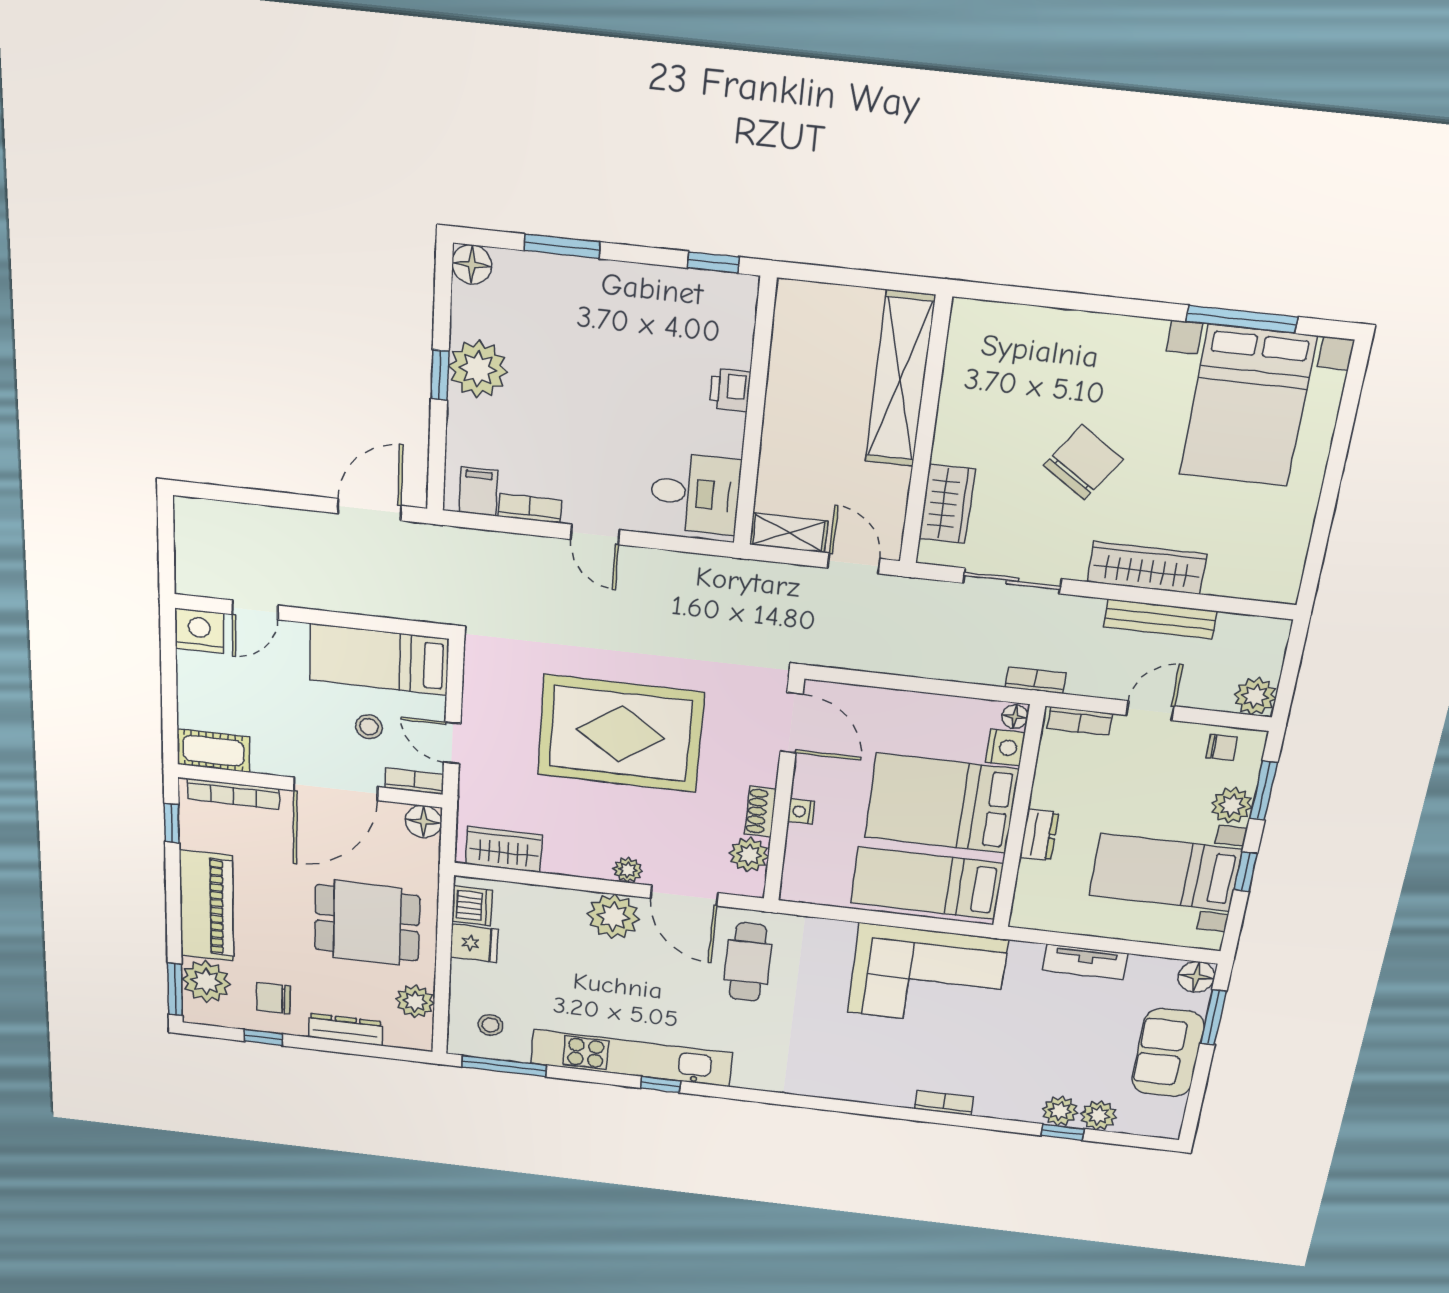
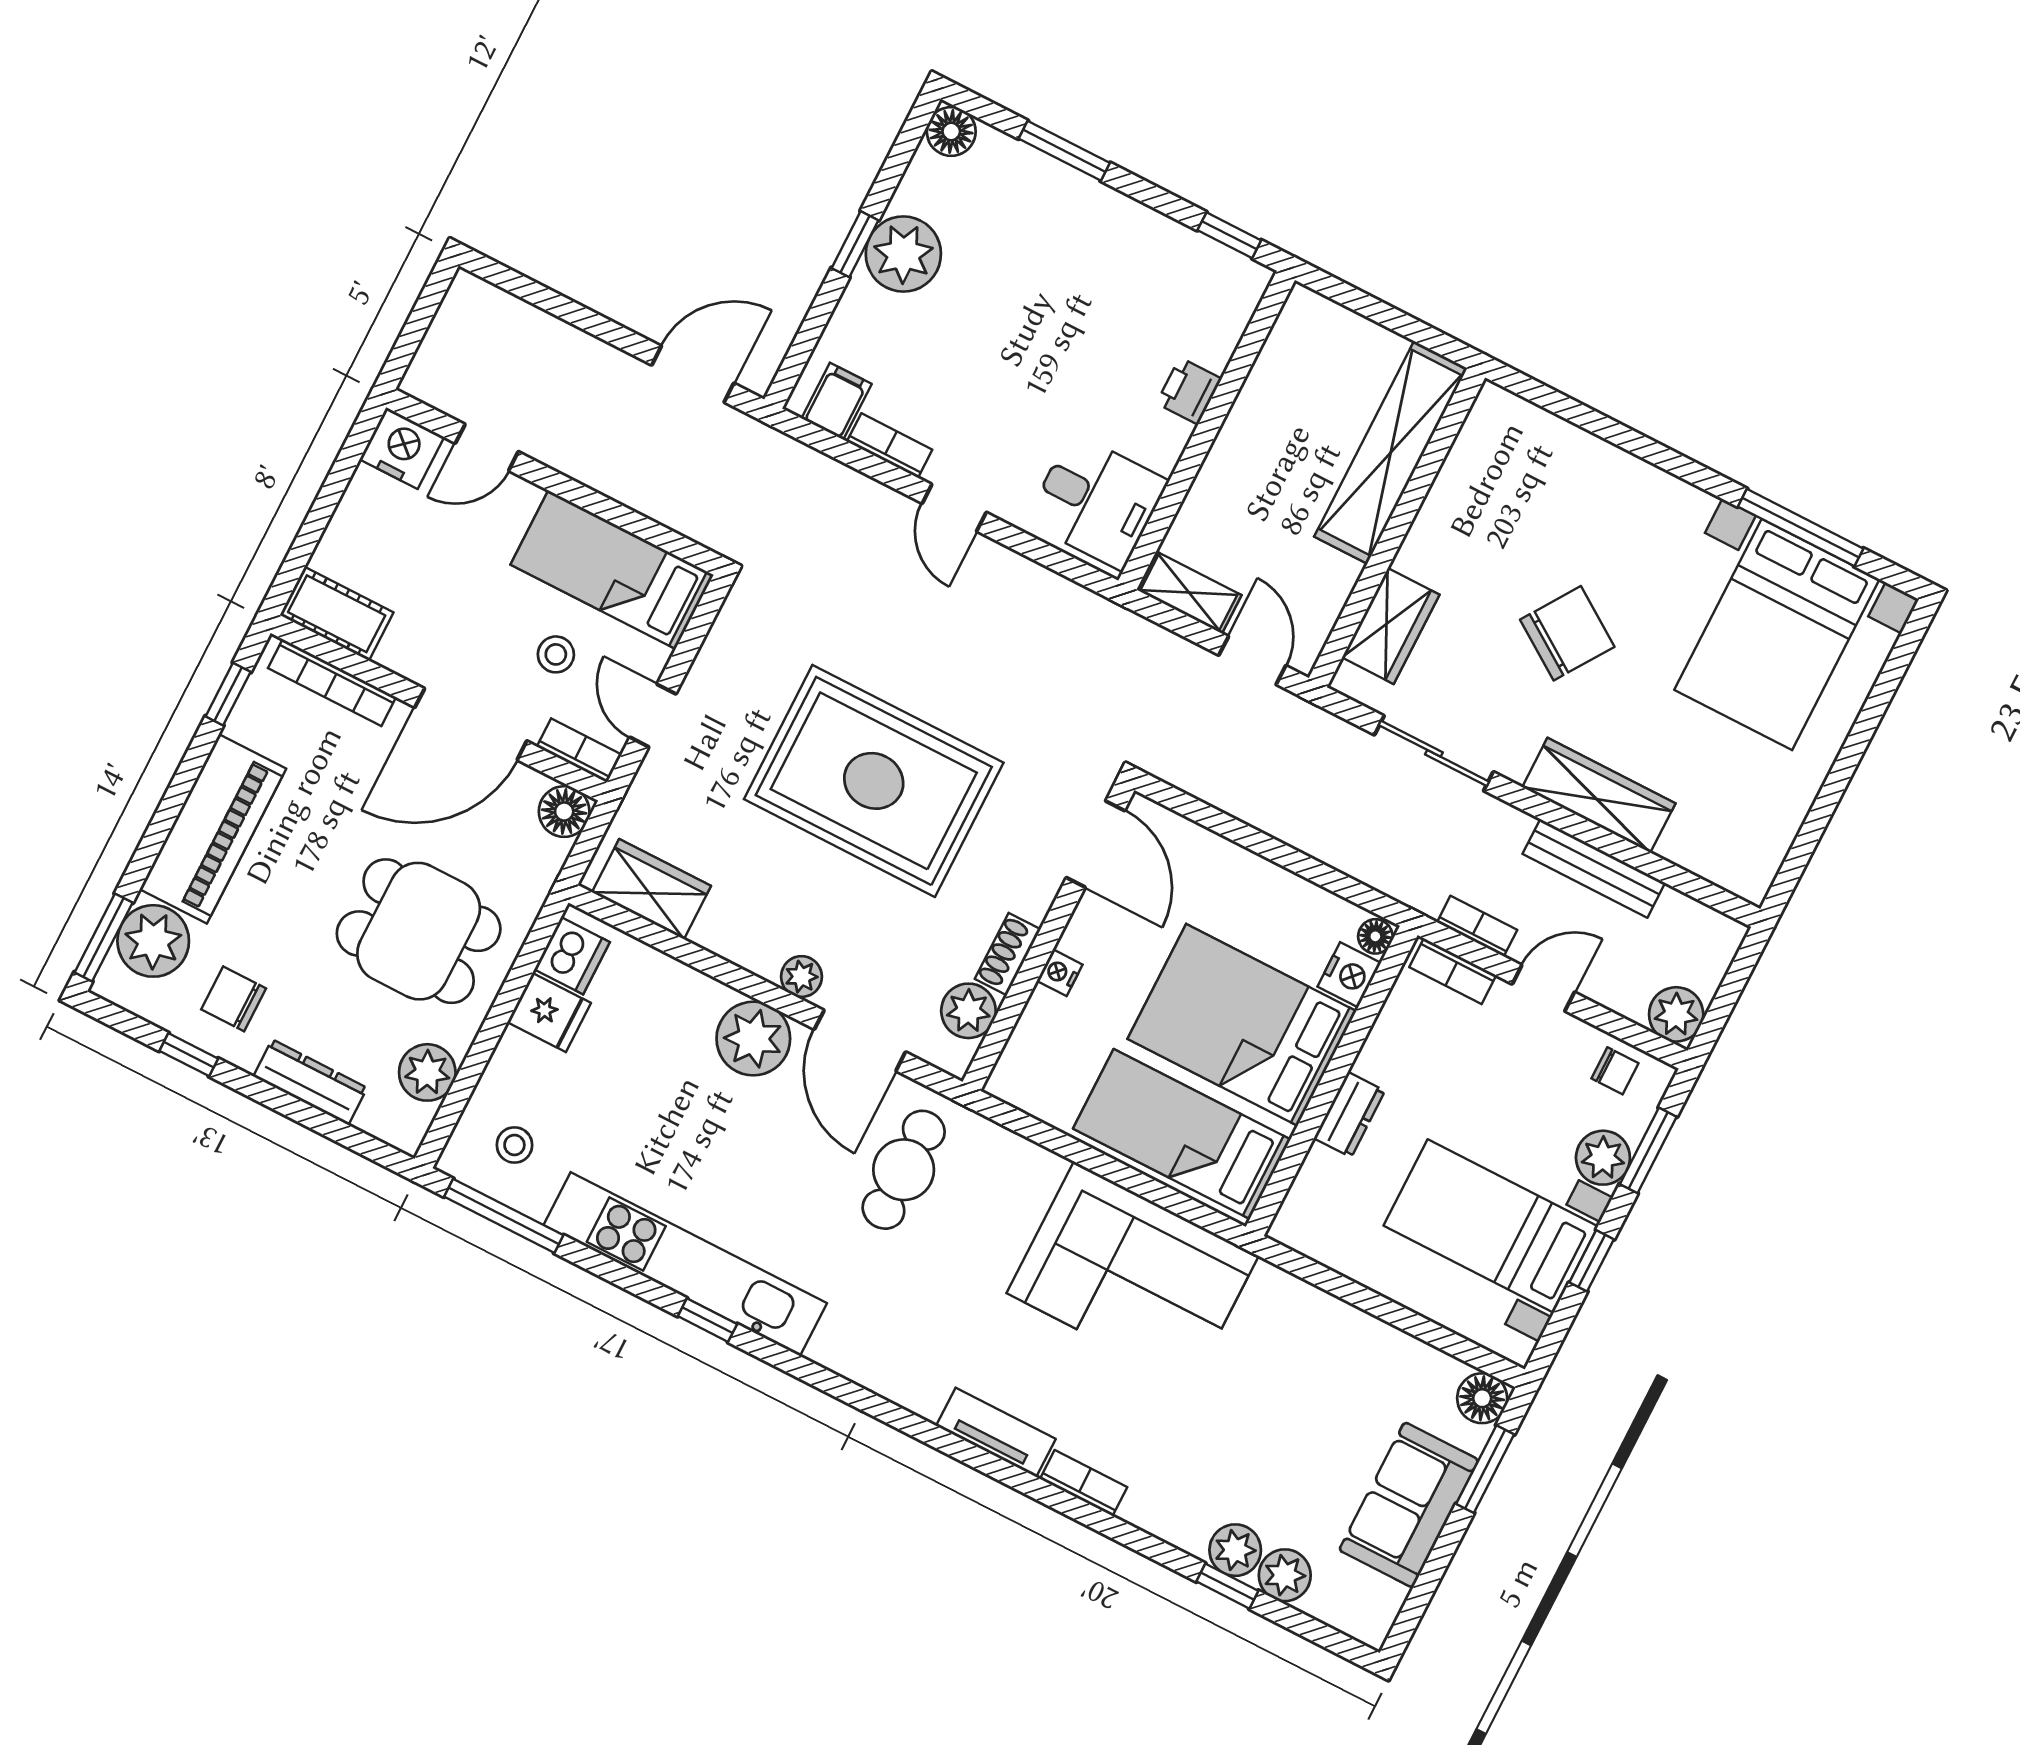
bookcase: (1036, 680) -> (1477, 926), moved
tv unit: (1085, 962) -> (996, 1432), moved, turned 180

